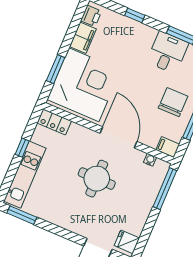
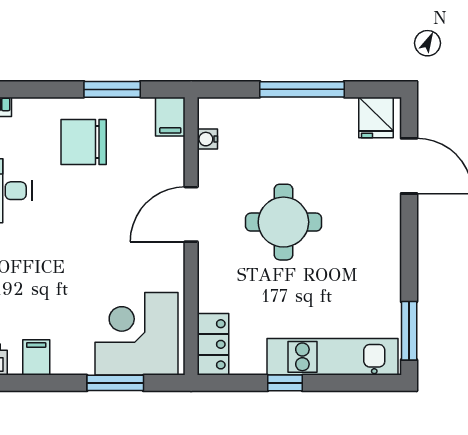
filing cabinet: (83, 38) -> (36, 357), width x0.50
corner desk: (84, 85) -> (137, 334), width x0.74, depth x0.74
door: (119, 137) -> (191, 214), width x0.73
window: (165, 189) -> (302, 89), moved

